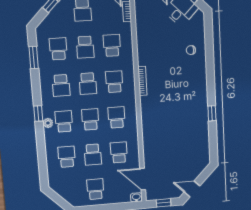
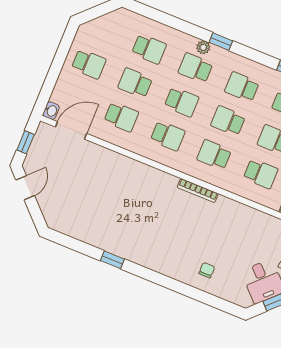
school desk: (114, 82) -> (214, 155), turned 180
school desk: (64, 121) -> (195, 68), turned 180

